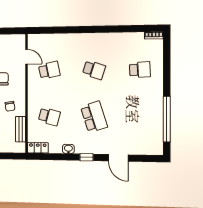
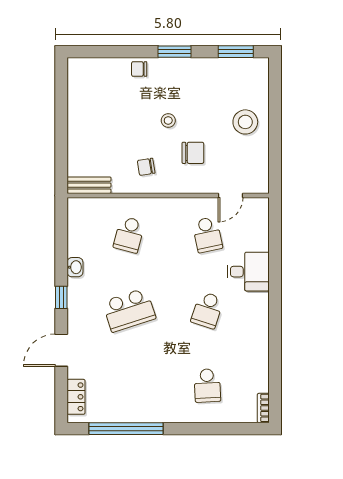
desk: (71, 46) -> (248, 272), added
bench: (20, 129) -> (89, 185), moved
locker: (38, 148) -> (76, 397), moved

